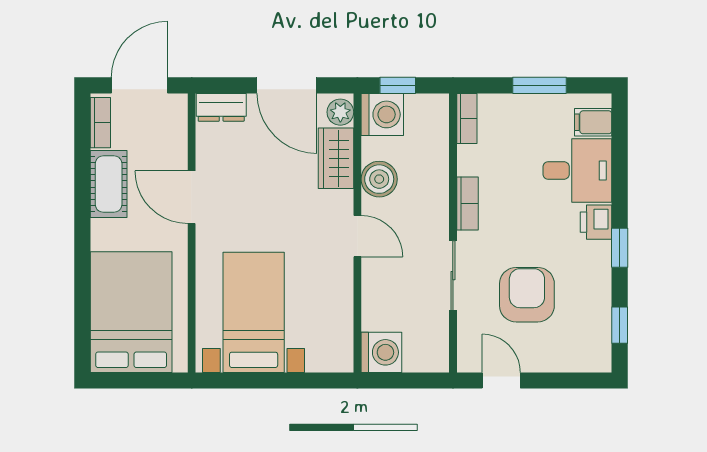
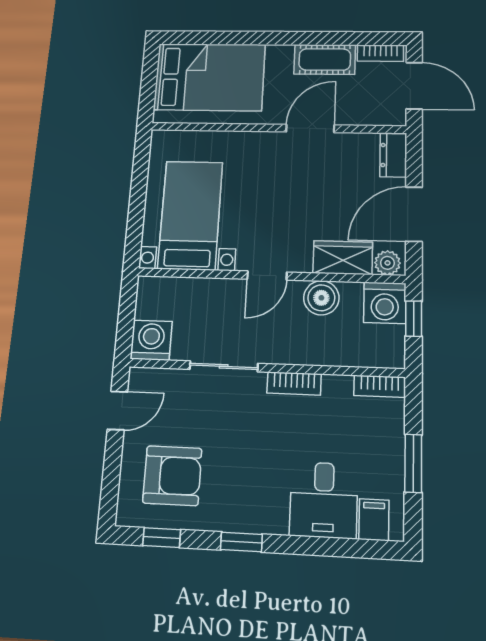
printer: (596, 222) -> (269, 517), removed
armchair: (527, 295) -> (172, 476), moved
bed with nightstands: (254, 312) -> (190, 215), moved, turned -90
washing machine: (381, 352) -> (151, 340), moved, turned 180

